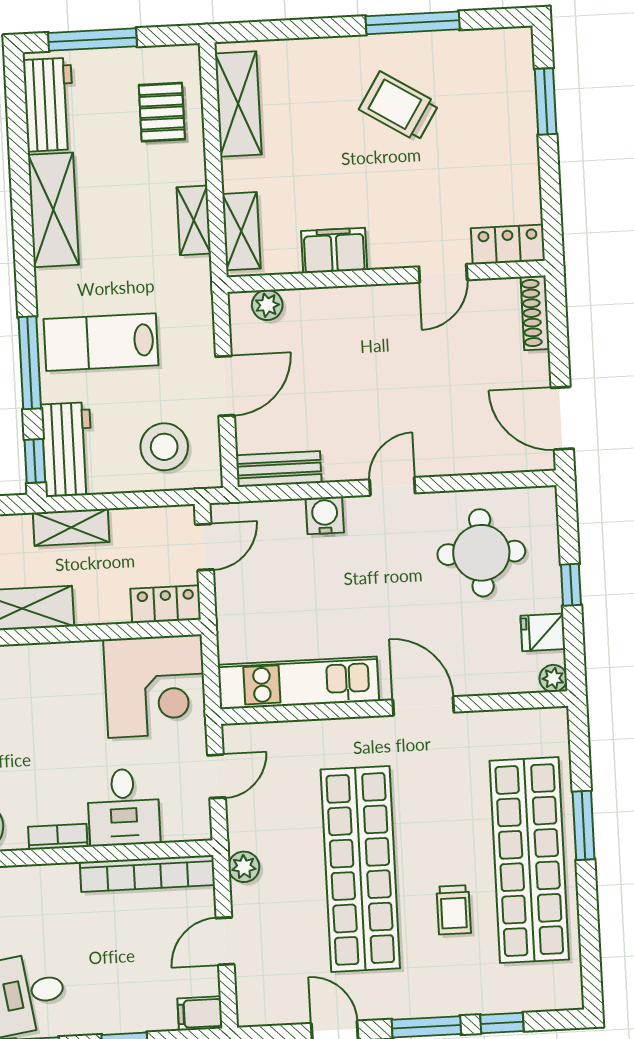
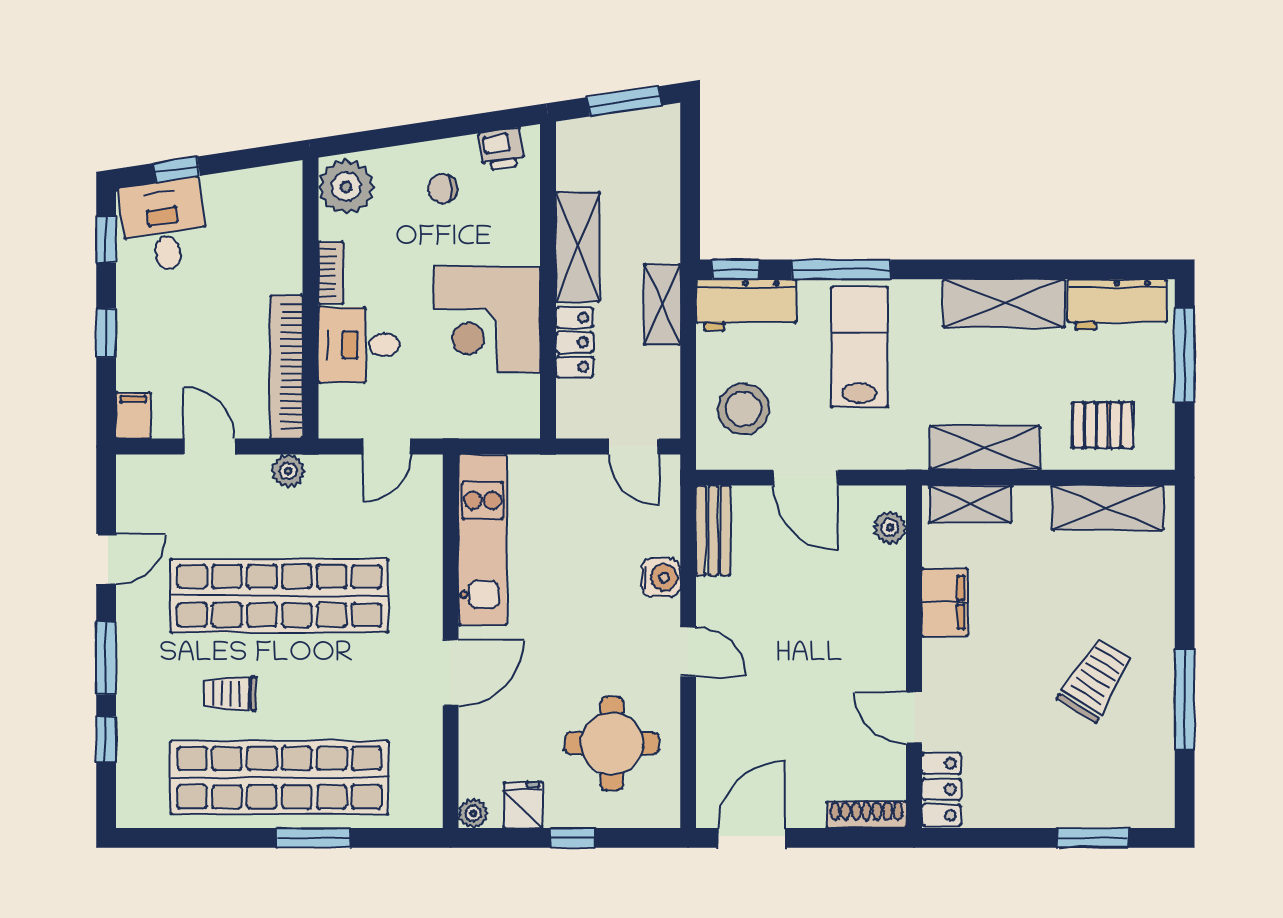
shelving: (194, 220) -> (985, 448), width x1.50, depth x1.33
locker: (166, 604) -> (574, 342), moved
corner desk: (155, 686) -> (487, 319), moved
door: (216, 776) -> (387, 447), hinge flipped

